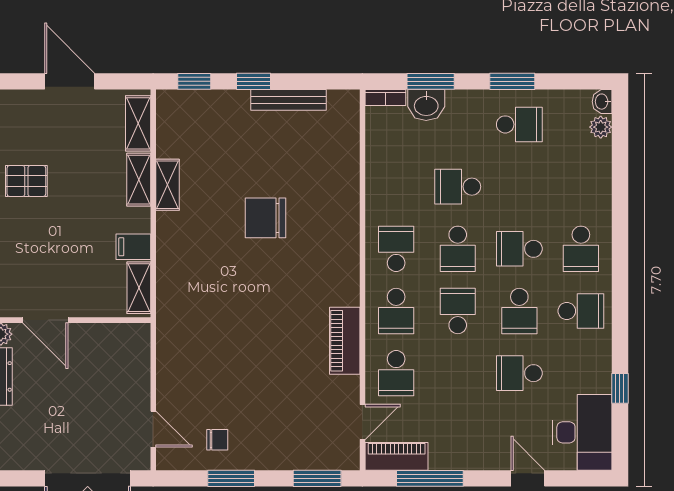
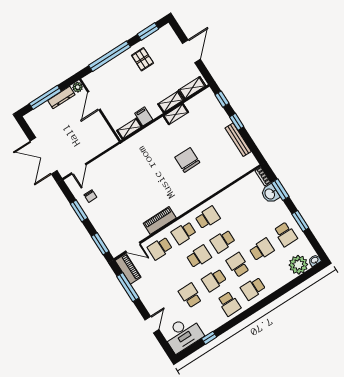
plant: (601, 127) -> (298, 265), width x1.88, depth x1.88
school desk: (458, 187) -> (262, 250), moved, turned 90

